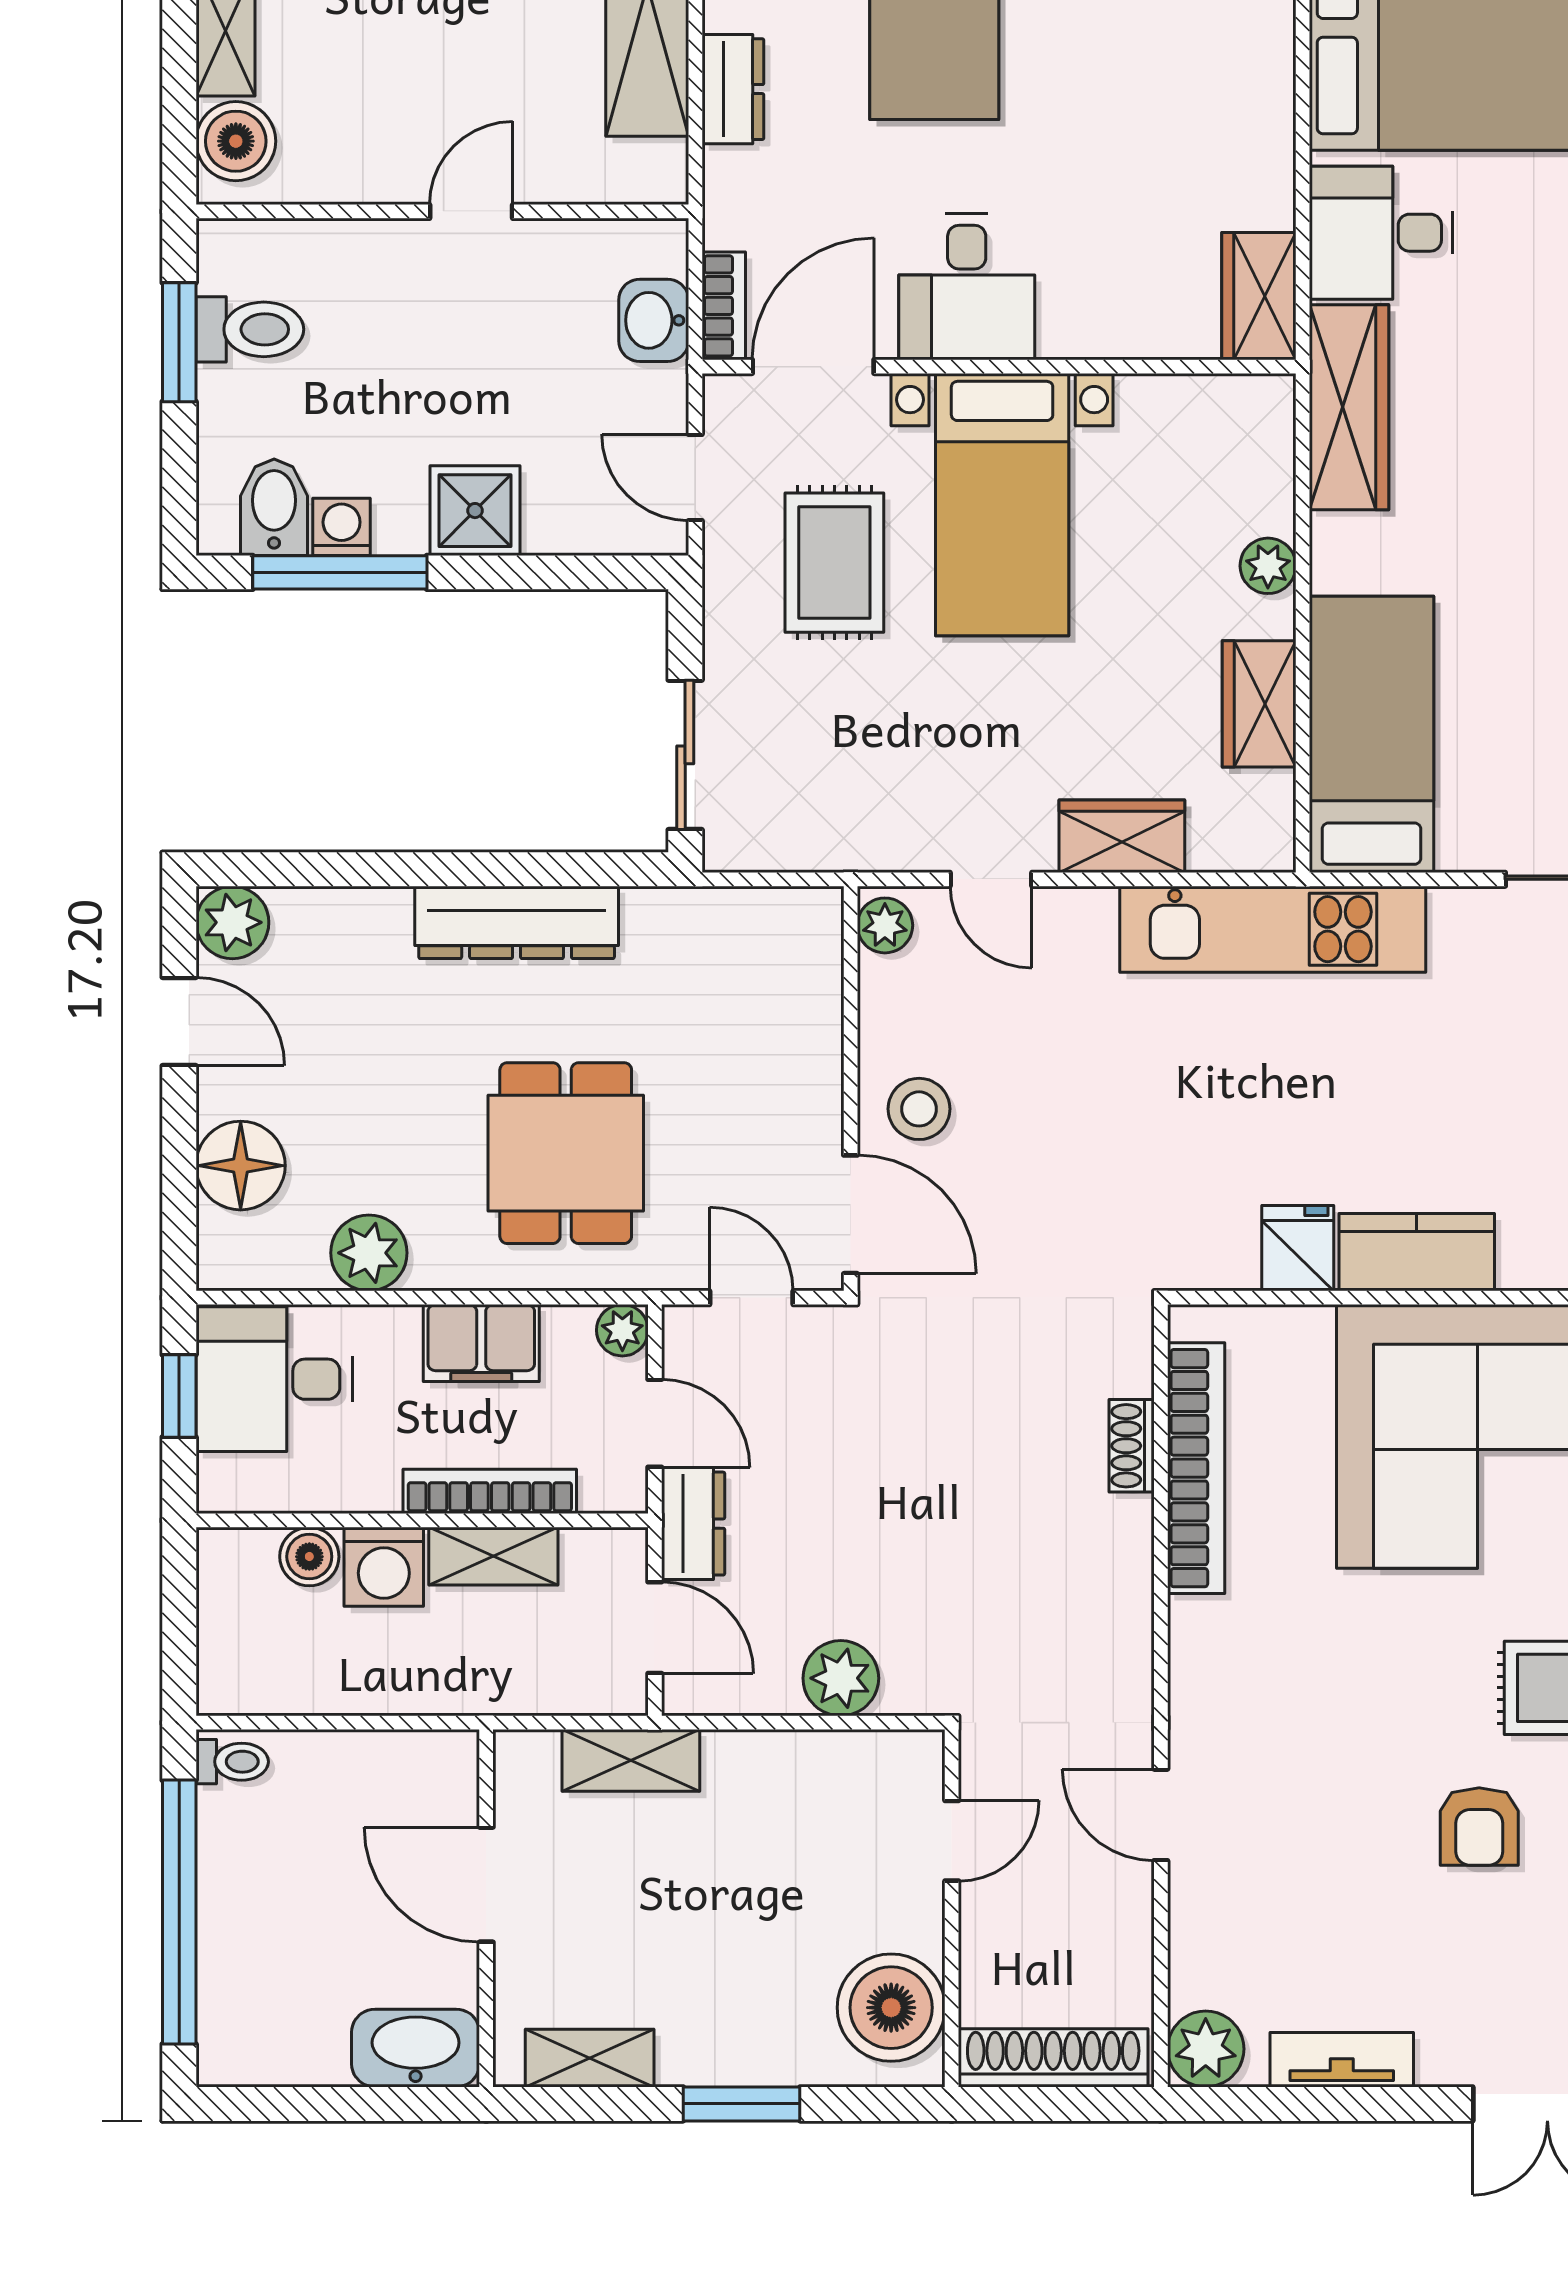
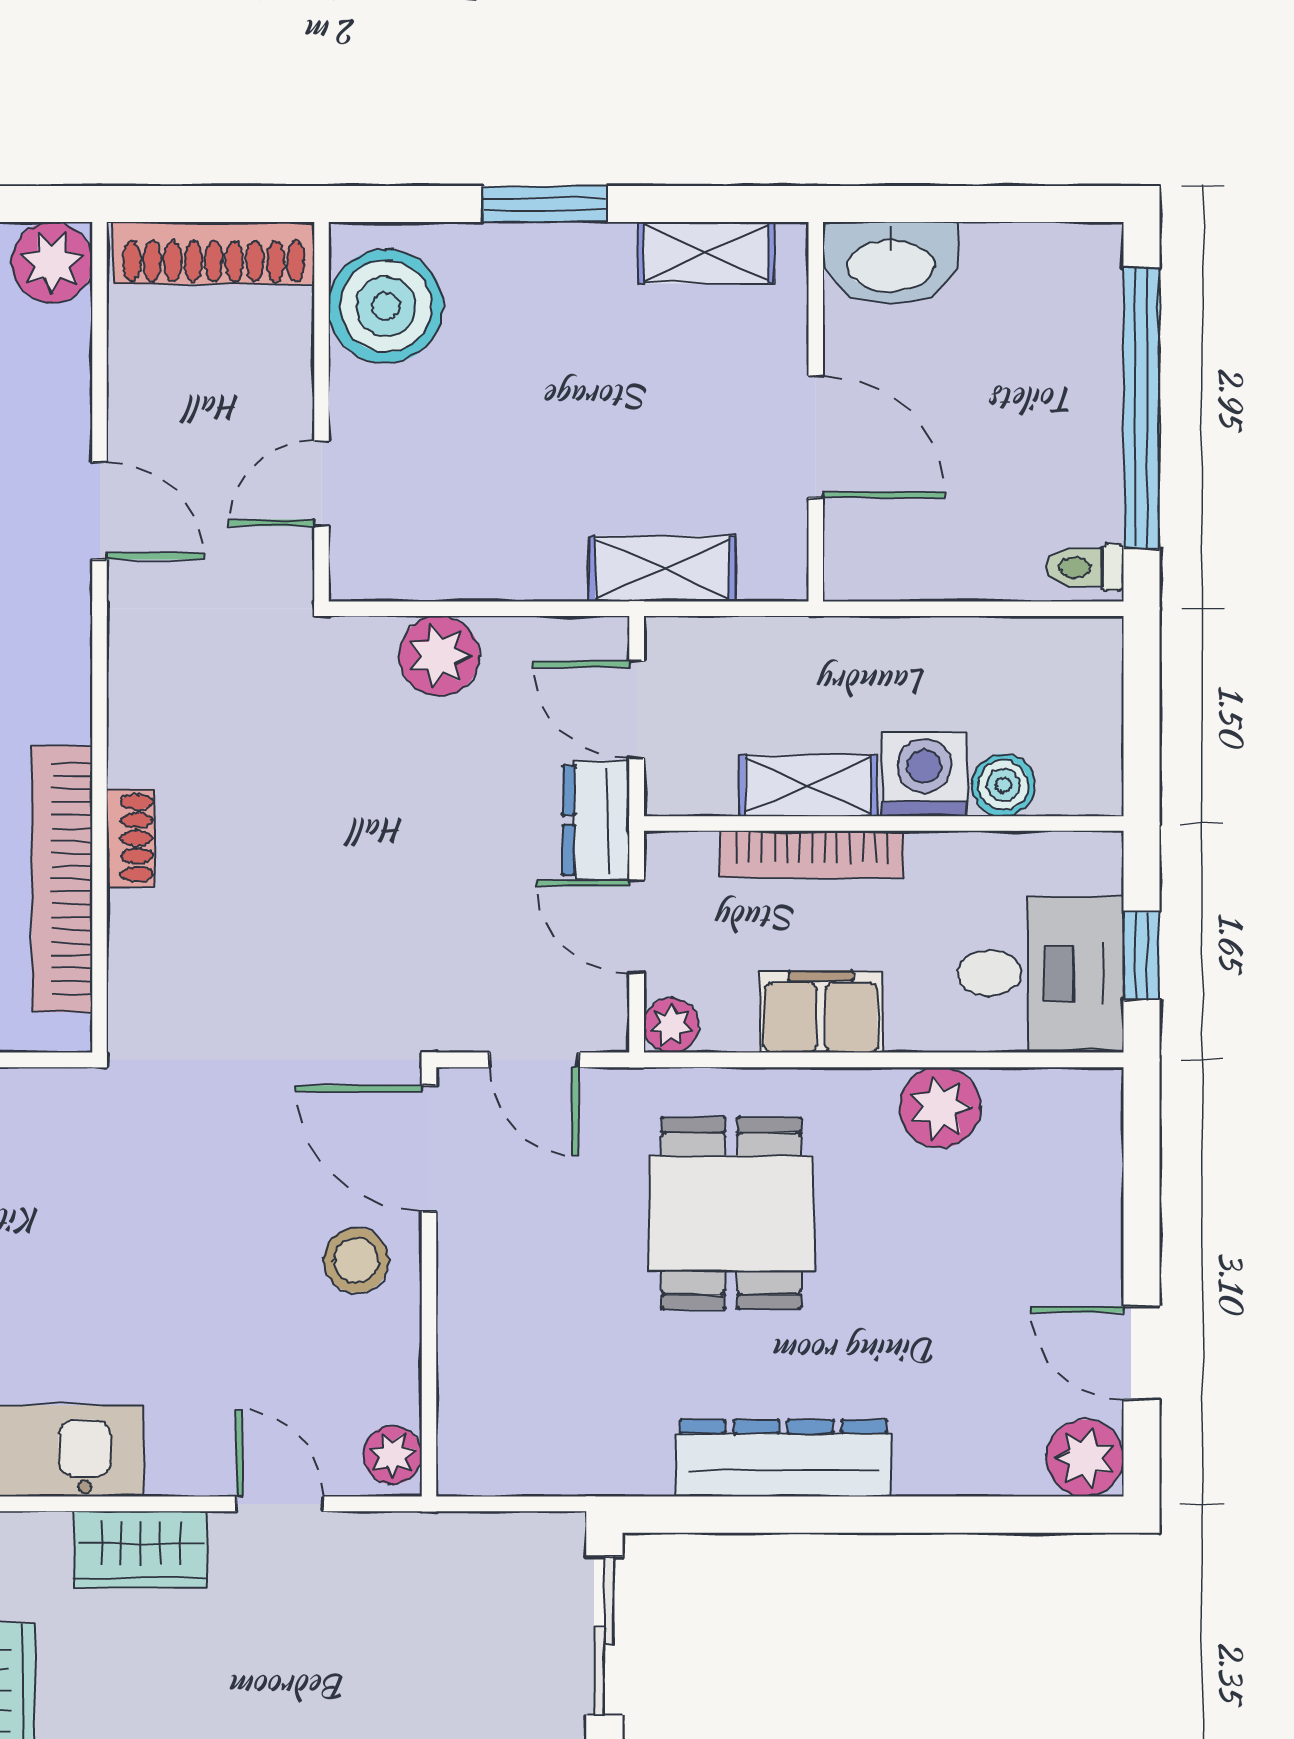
floor lamp: (241, 1166) -> (1076, 1200), removed
shoe rack: (1132, 1446) -> (131, 838), moved

